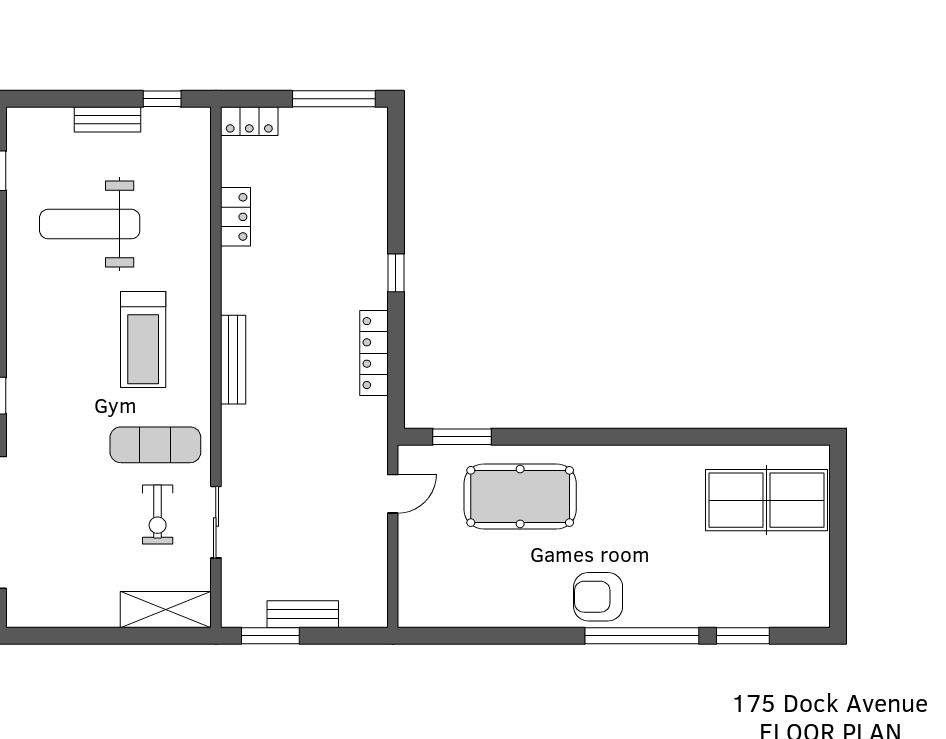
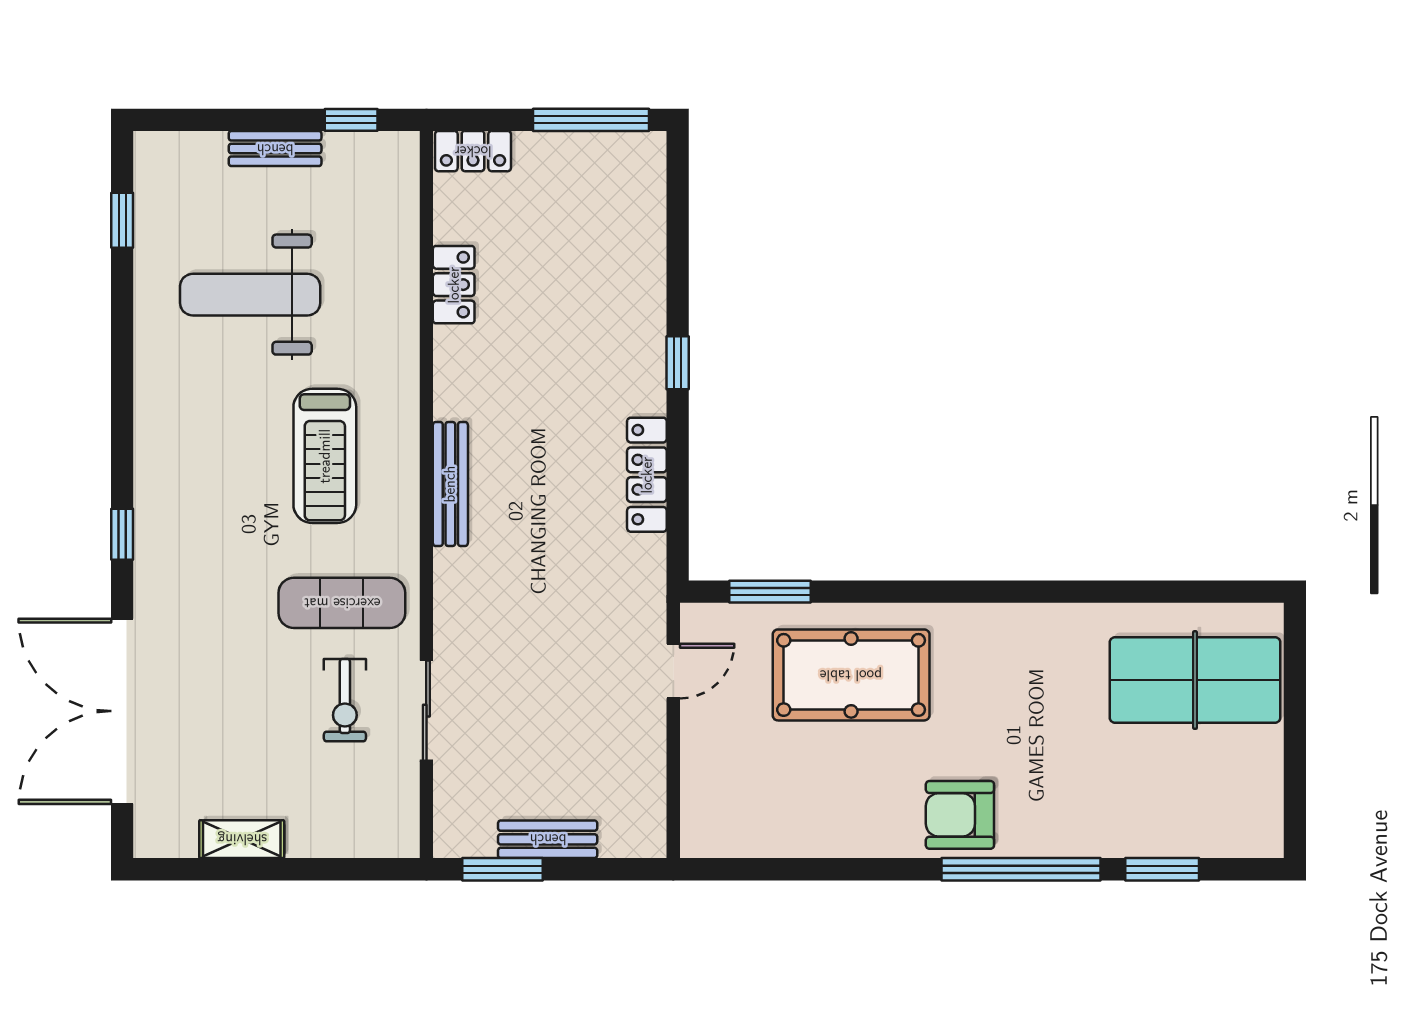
shelving: (166, 610) -> (242, 839), moved, width x0.67, depth x0.75

